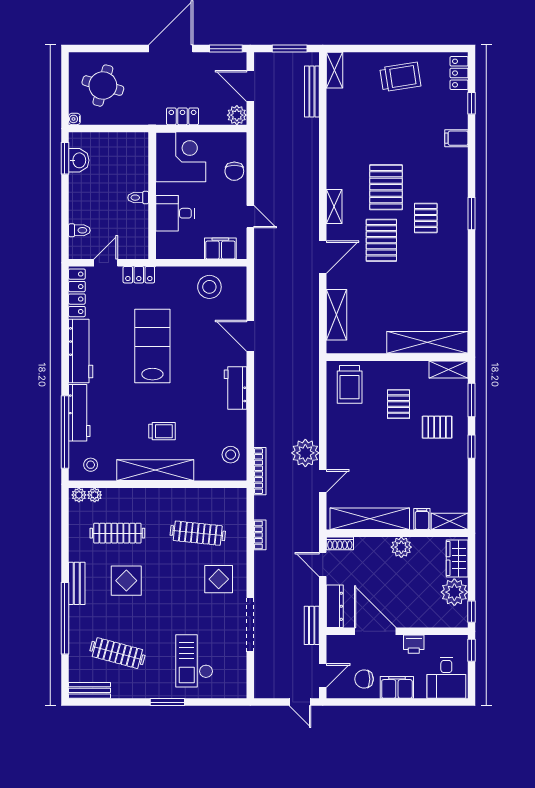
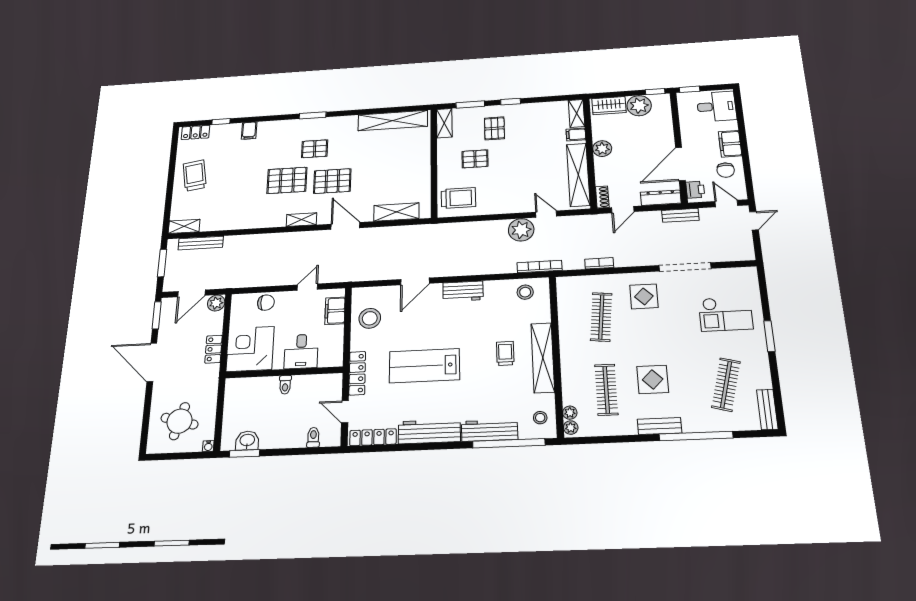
locker: (139, 275) -> (357, 373), width x1.53
shelving: (427, 342) -> (393, 120), moved, turned 90
printer: (414, 644) -> (695, 190), moved

